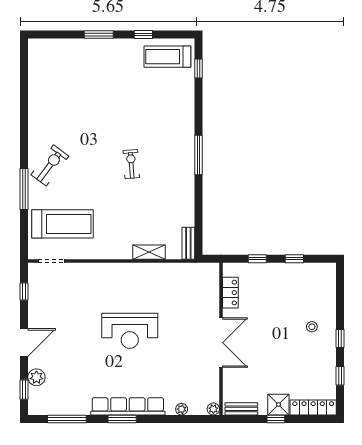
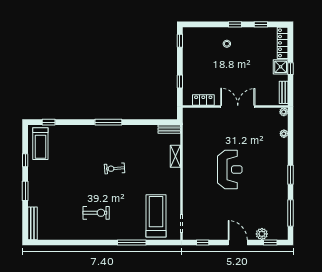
bench: (52, 45) -> (32, 223), added
exercise bike: (50, 165) -> (96, 213), moved, turned 143
window: (294, 259) -> (180, 41), moved
row of seats: (128, 406) -> (282, 171), removed

